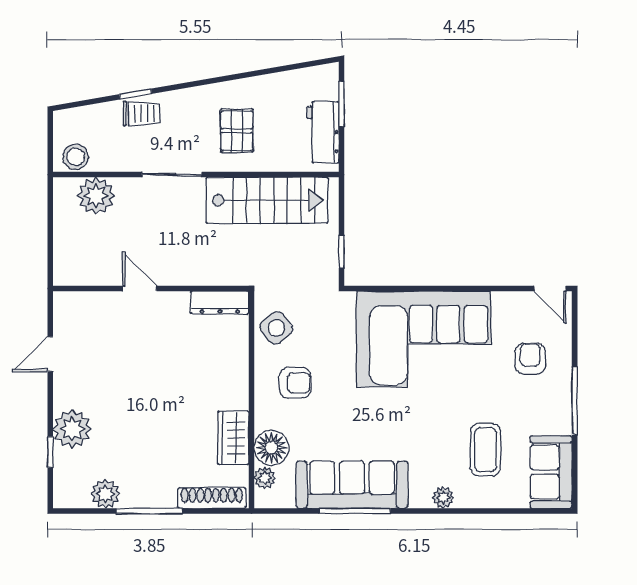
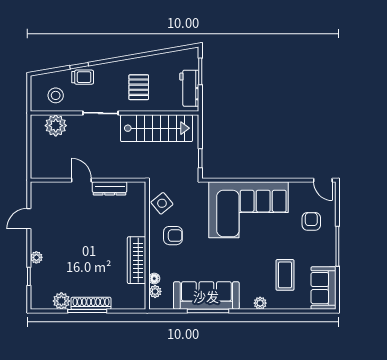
stool: (76, 157) -> (56, 95), moved
dresser: (220, 303) -> (110, 188), moved
plant: (72, 429) -> (36, 257), width x0.53, depth x0.53
wardrobe: (233, 438) -> (137, 260), width x1.50
floor lamp: (271, 448) -> (154, 279), width x0.53, depth x0.53
shoe rack: (212, 498) -> (91, 303), moved

